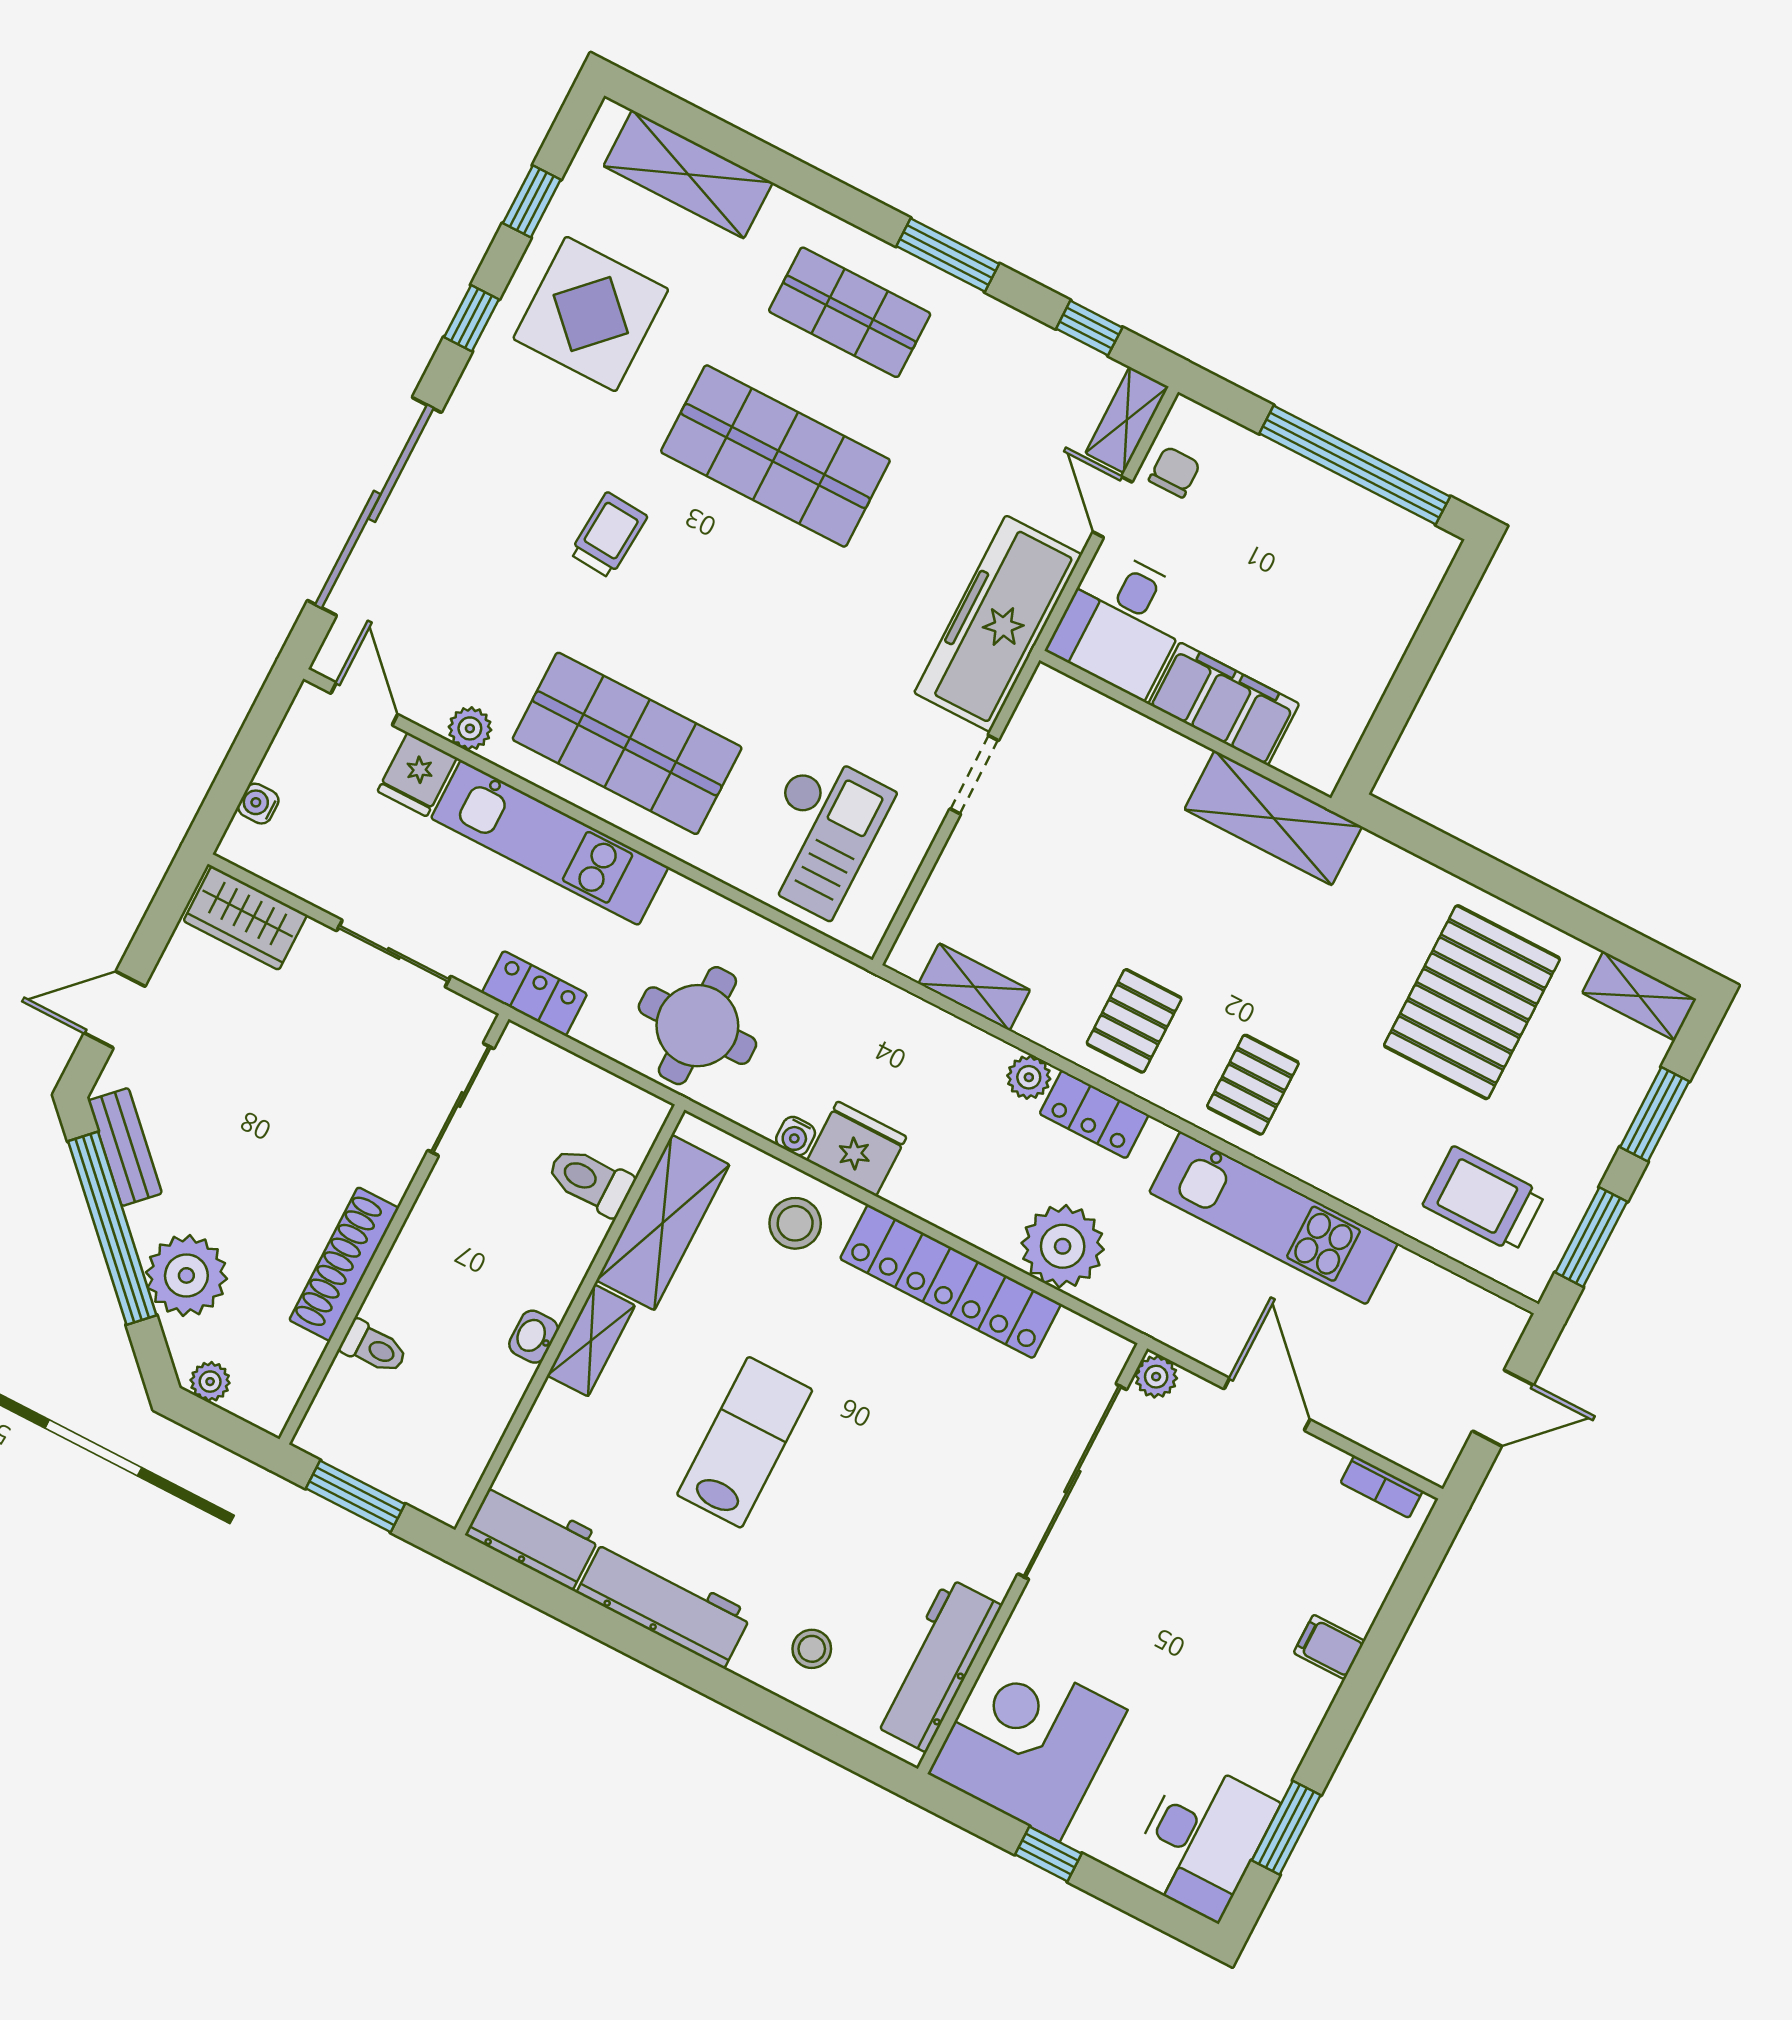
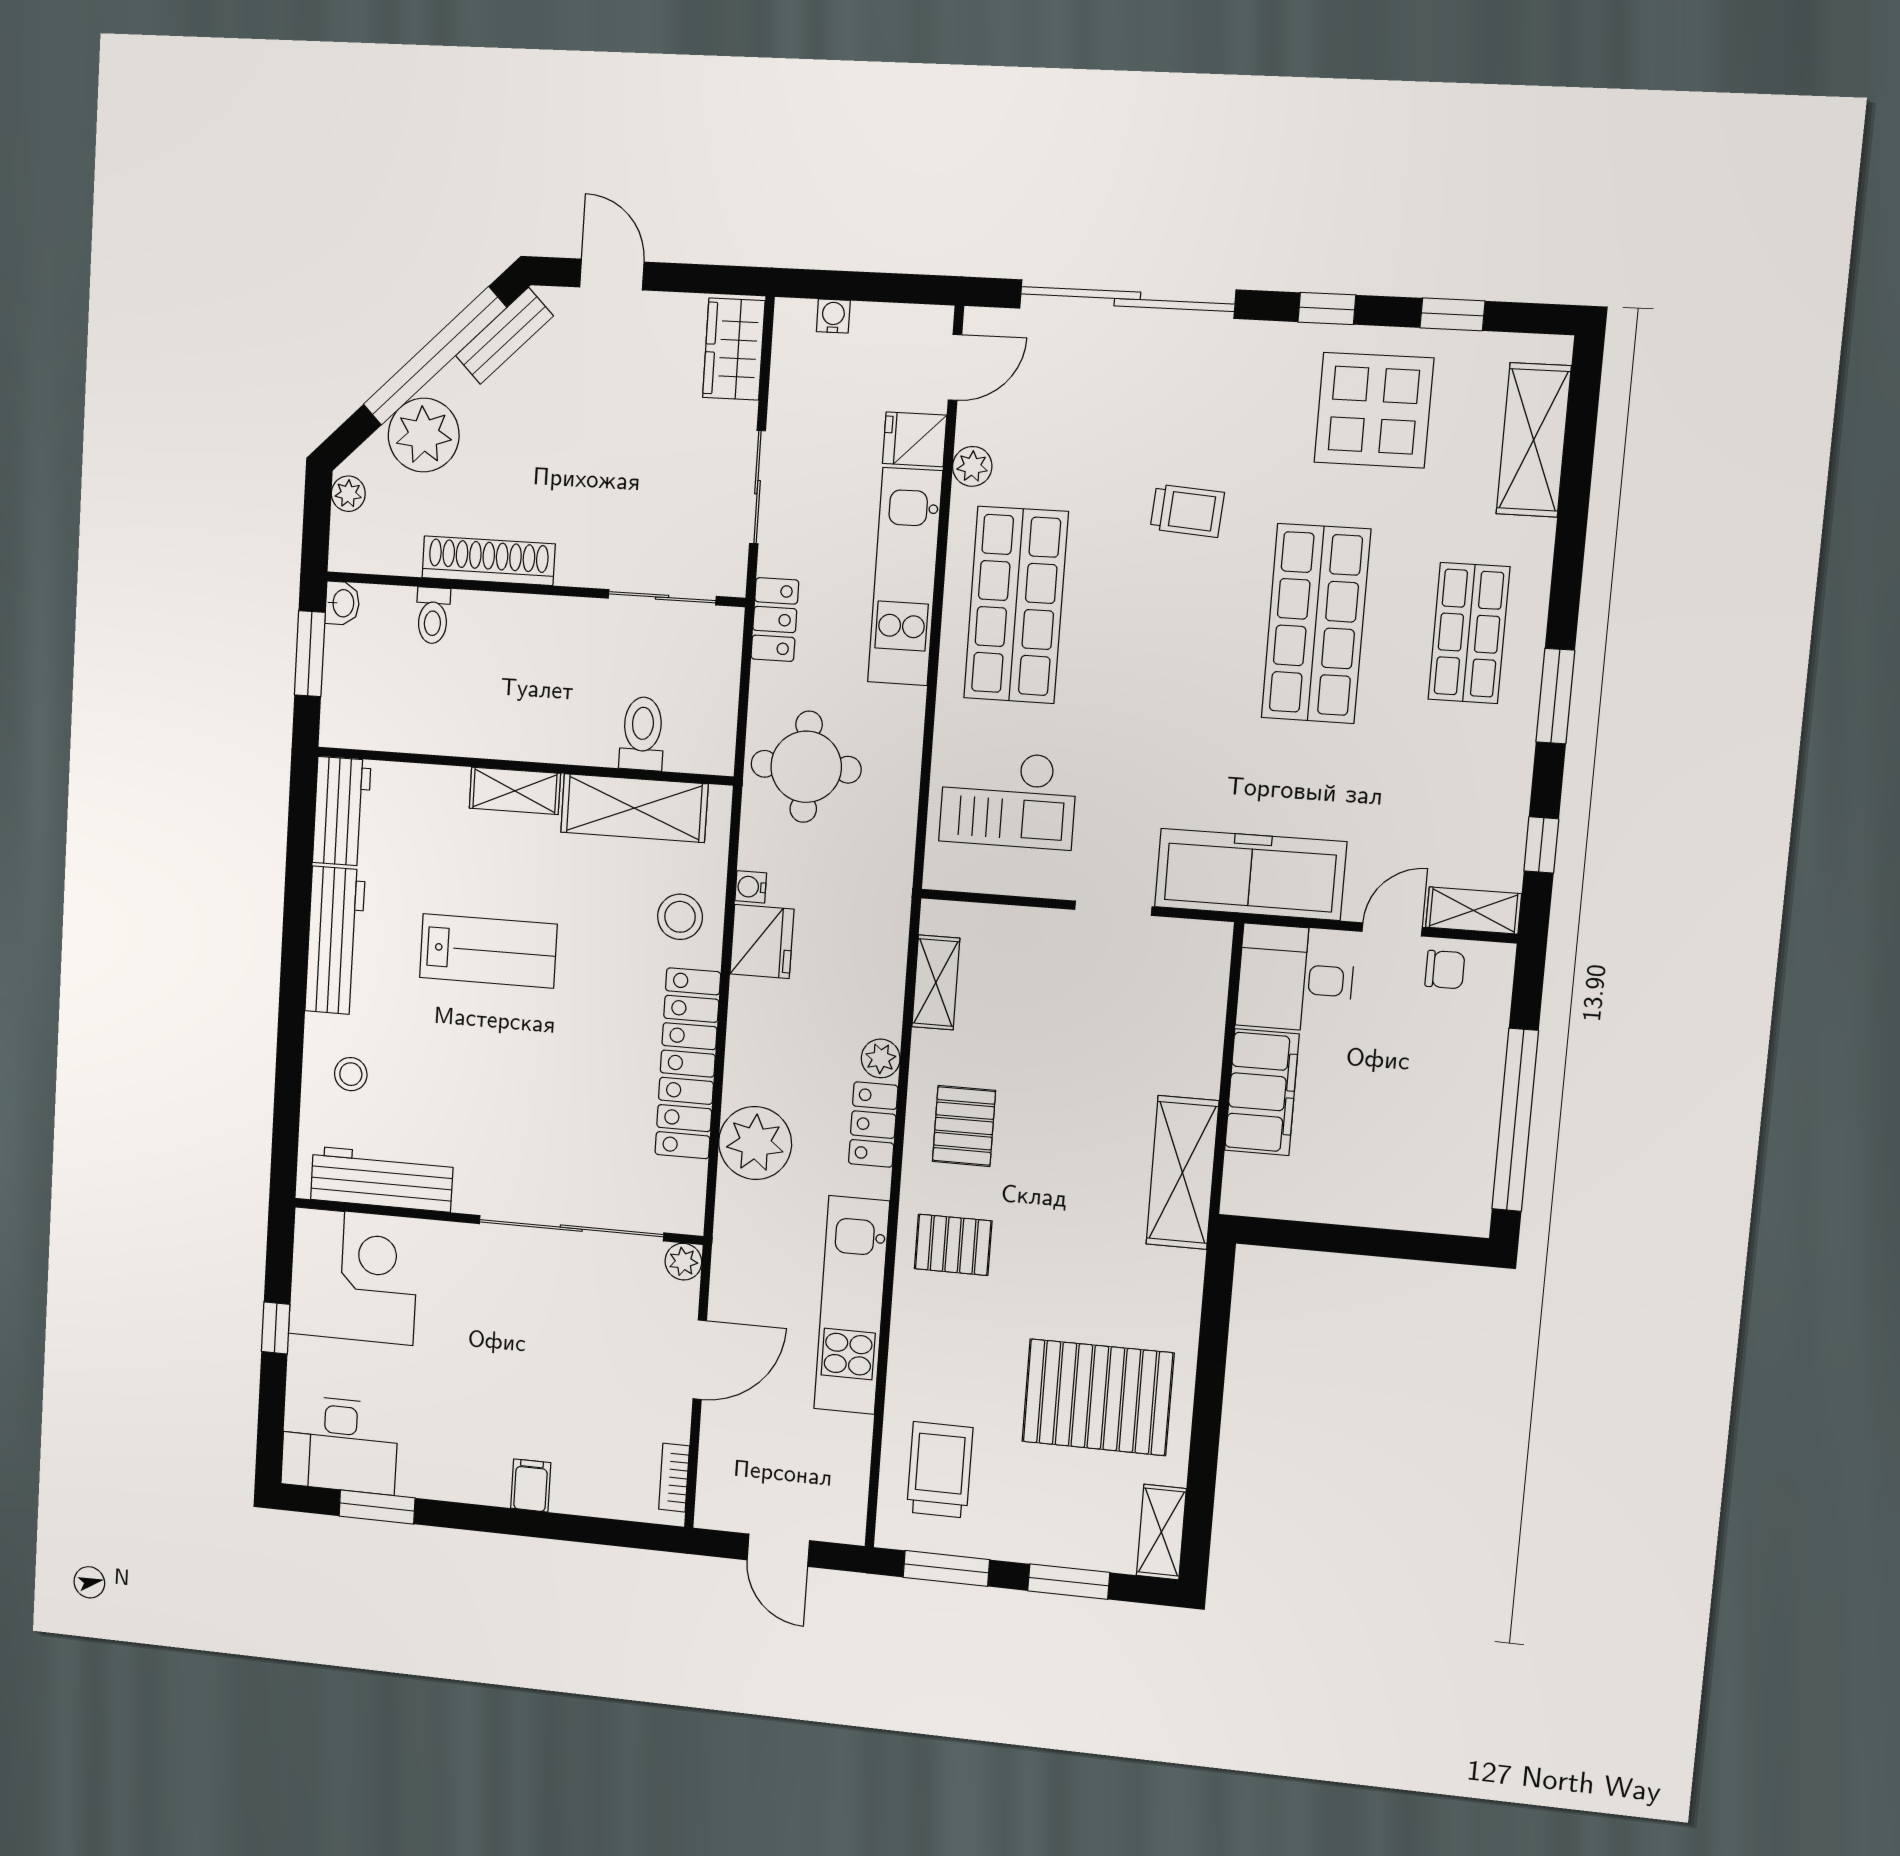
pallet: (1134, 1021) -> (964, 1126), turned 90
washbasin: (534, 1337) -> (342, 603), moved, turned 90

